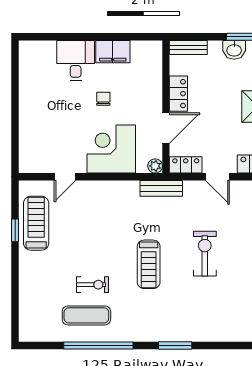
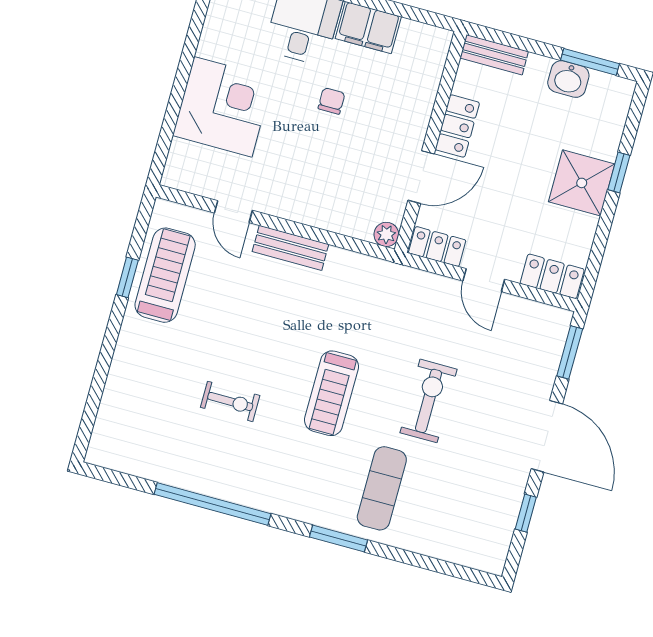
corner desk: (111, 149) -> (223, 107), moved, turned 90
door: (65, 177) -> (233, 212), hinge flipped
bench: (161, 188) -> (290, 248), moved
exercise mat: (86, 315) -> (382, 488), moved, turned 90

